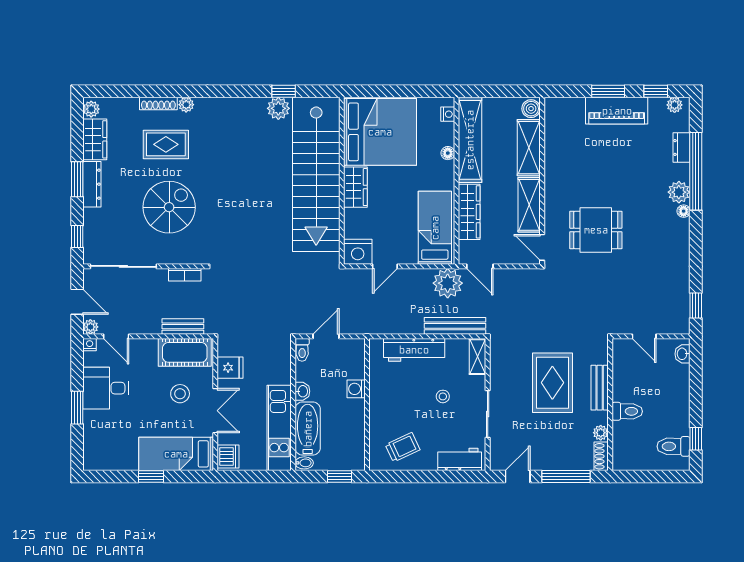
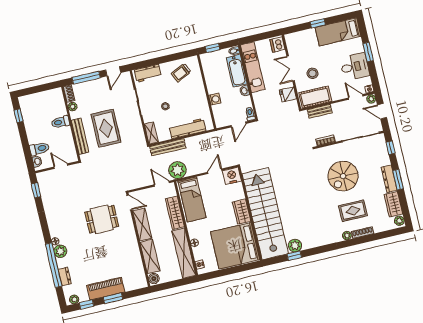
bench: (600, 388) -> (80, 136), width x1.36
toilet: (673, 446) -> (39, 149), moved
bed: (176, 454) -> (338, 32), moved, turned 180

